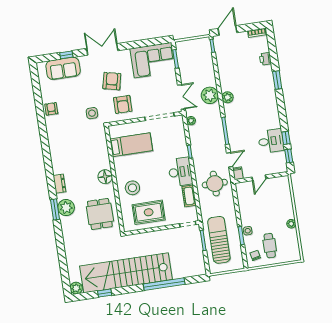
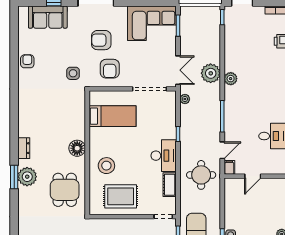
armchair: (112, 81) -> (101, 40), turned -103

